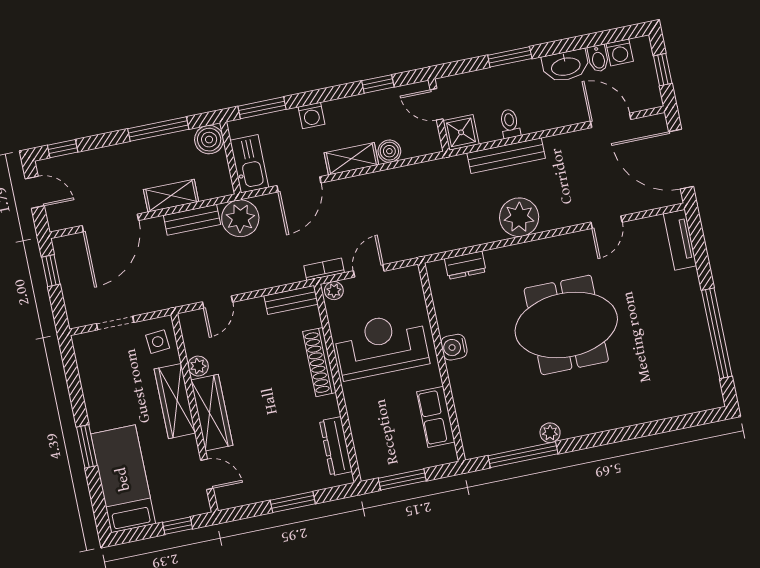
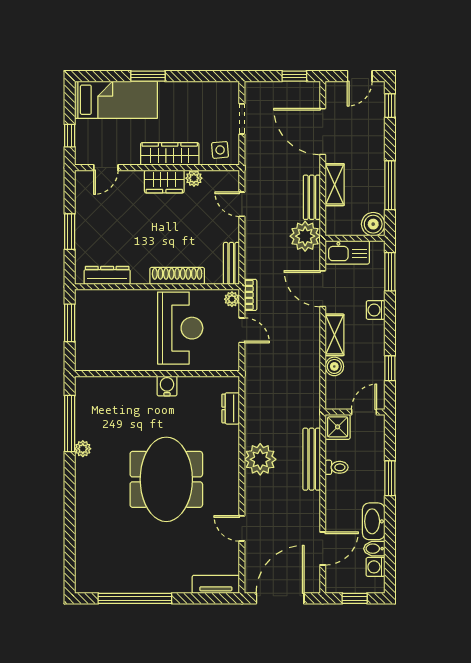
wardrobe: (212, 413) -> (164, 181), width x0.67
row of seats: (436, 417) -> (114, 360), removed

